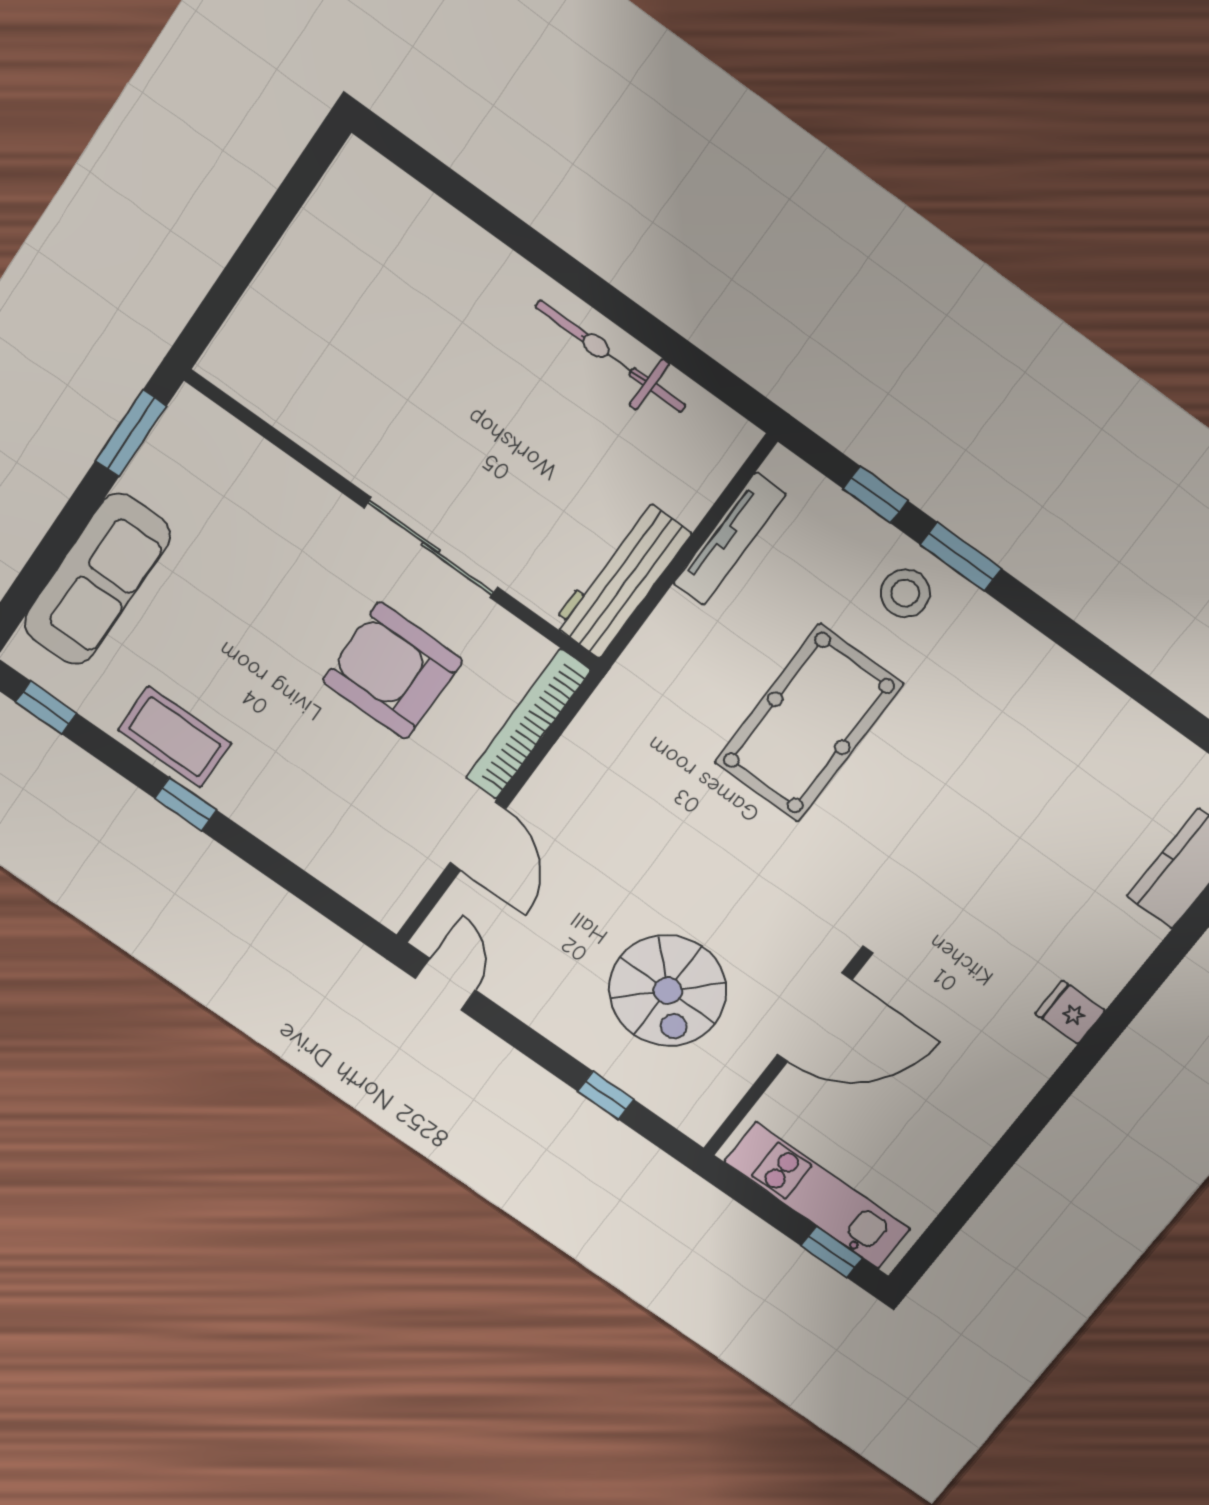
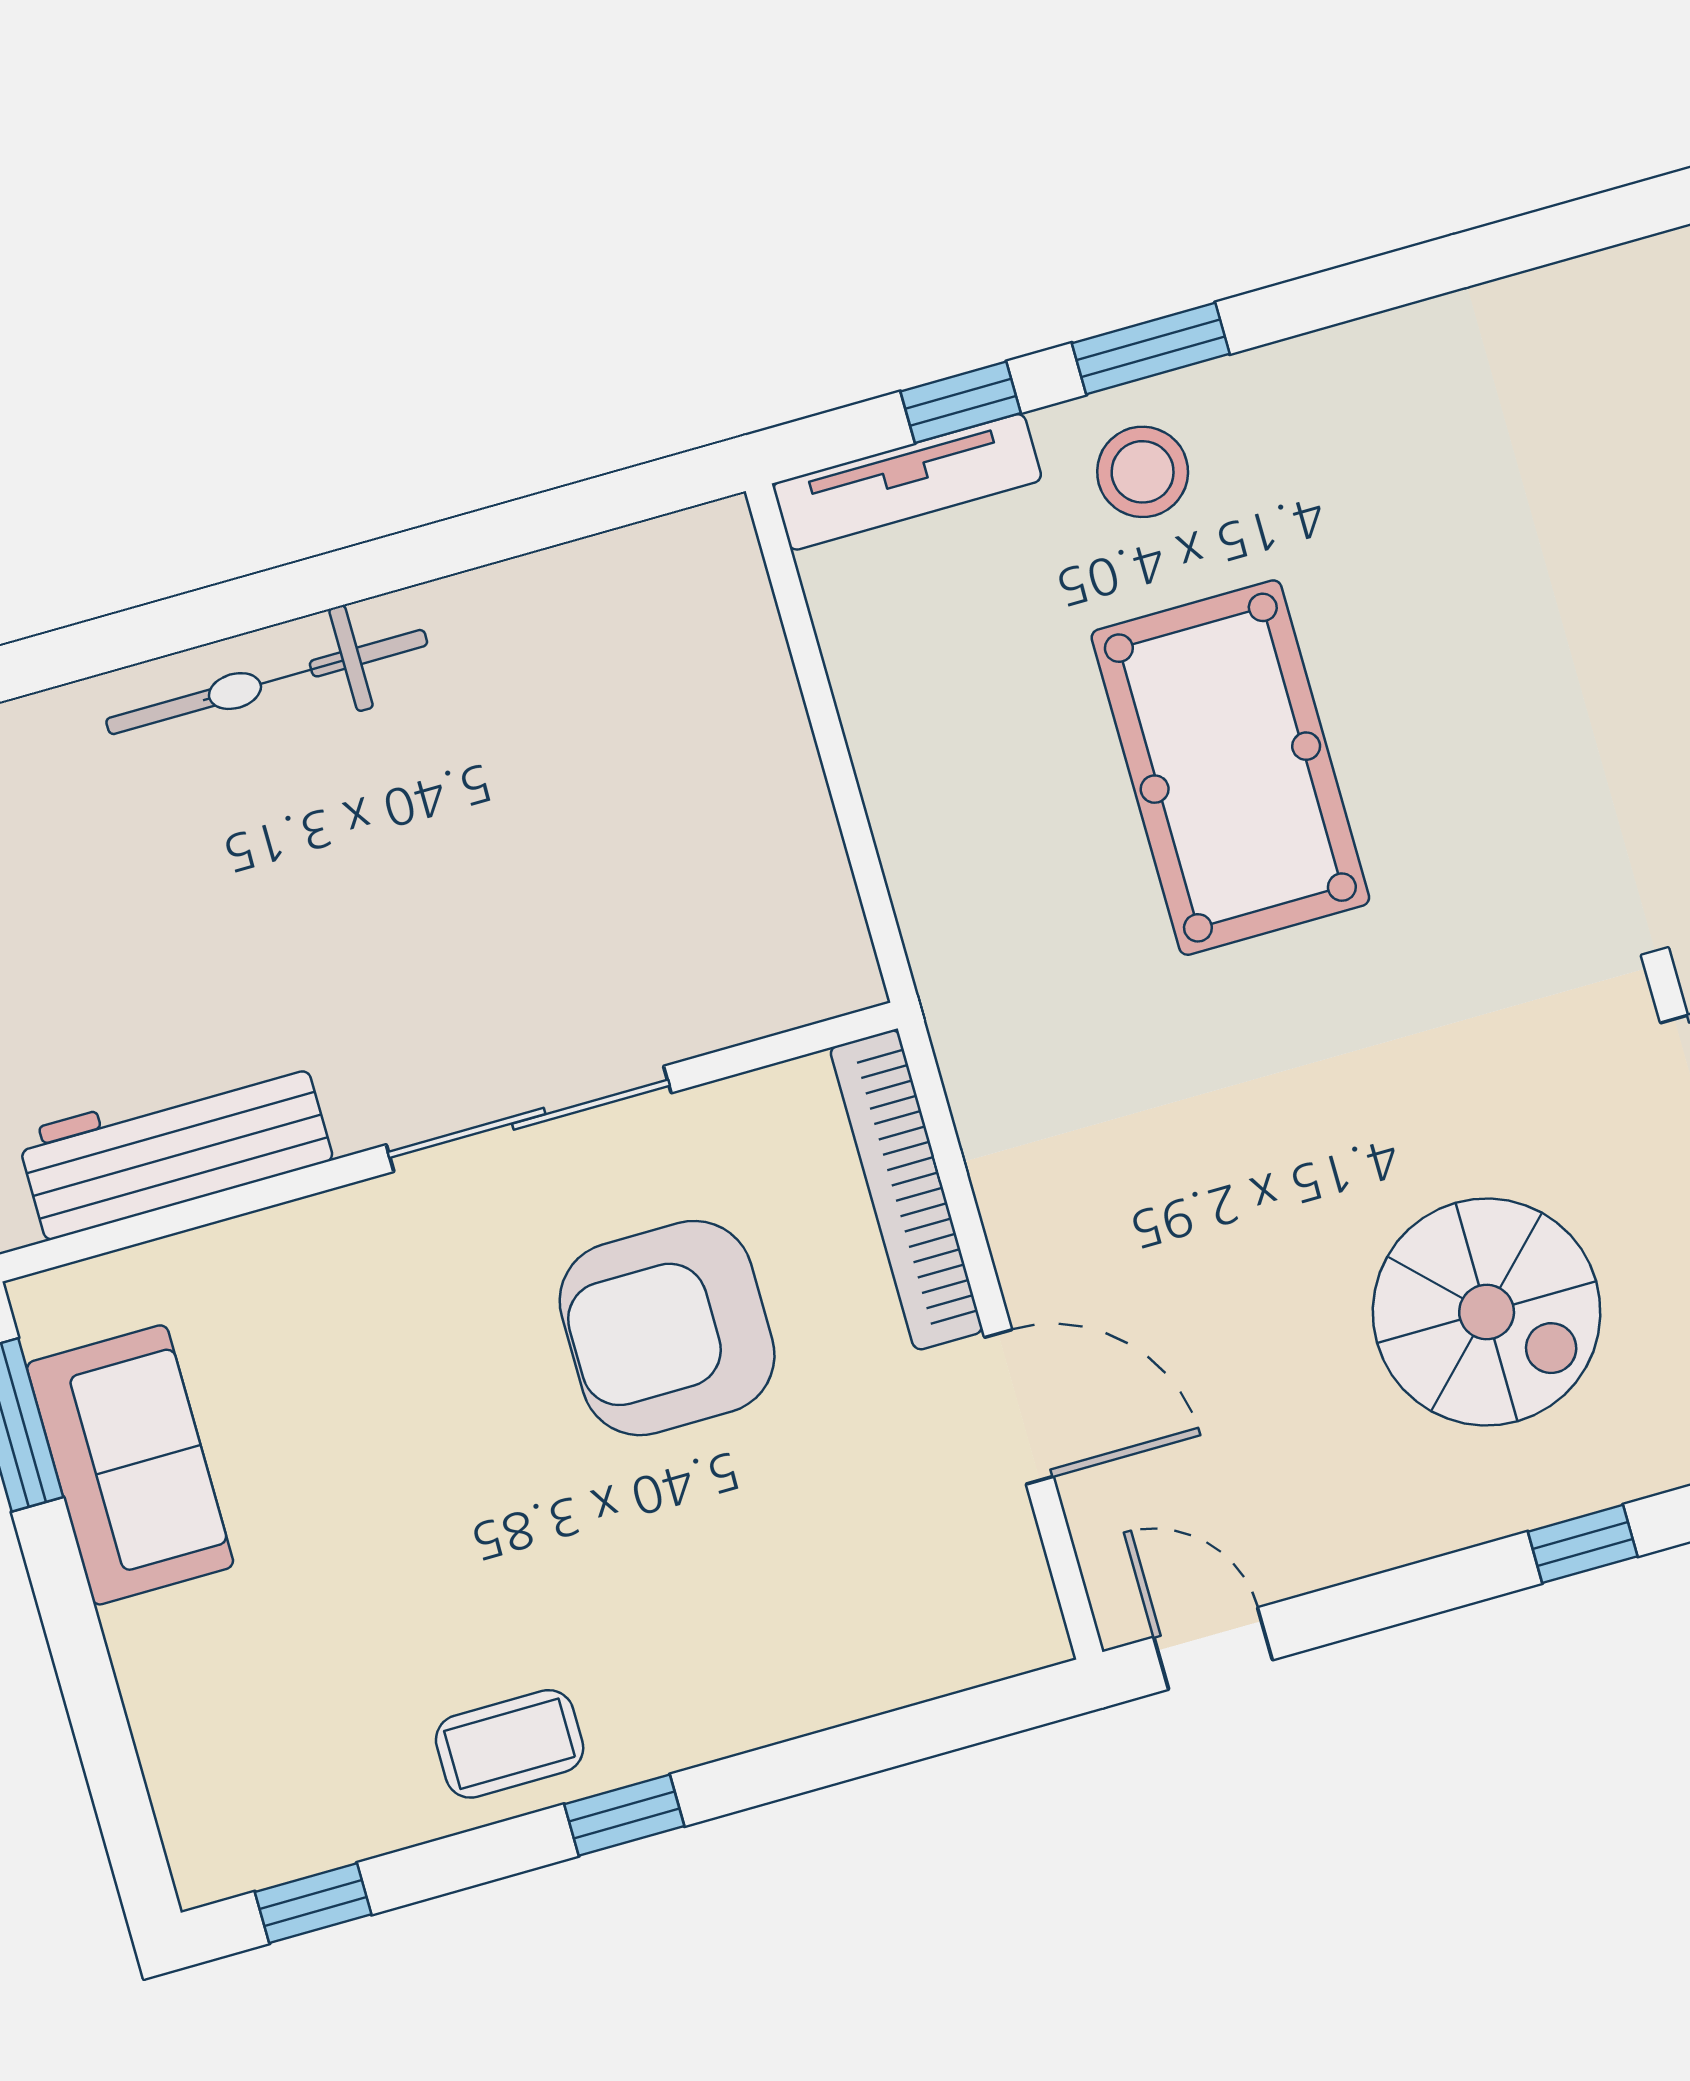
bicycle: (611, 356) -> (267, 682), moved
tv unit: (729, 539) -> (907, 482), moved, turned 90
sofa: (97, 579) -> (130, 1465), moved, width x0.73
workbench: (621, 579) -> (175, 1147), moved, turned 90
coffee table: (175, 737) -> (510, 1744), width x0.73, depth x0.77

